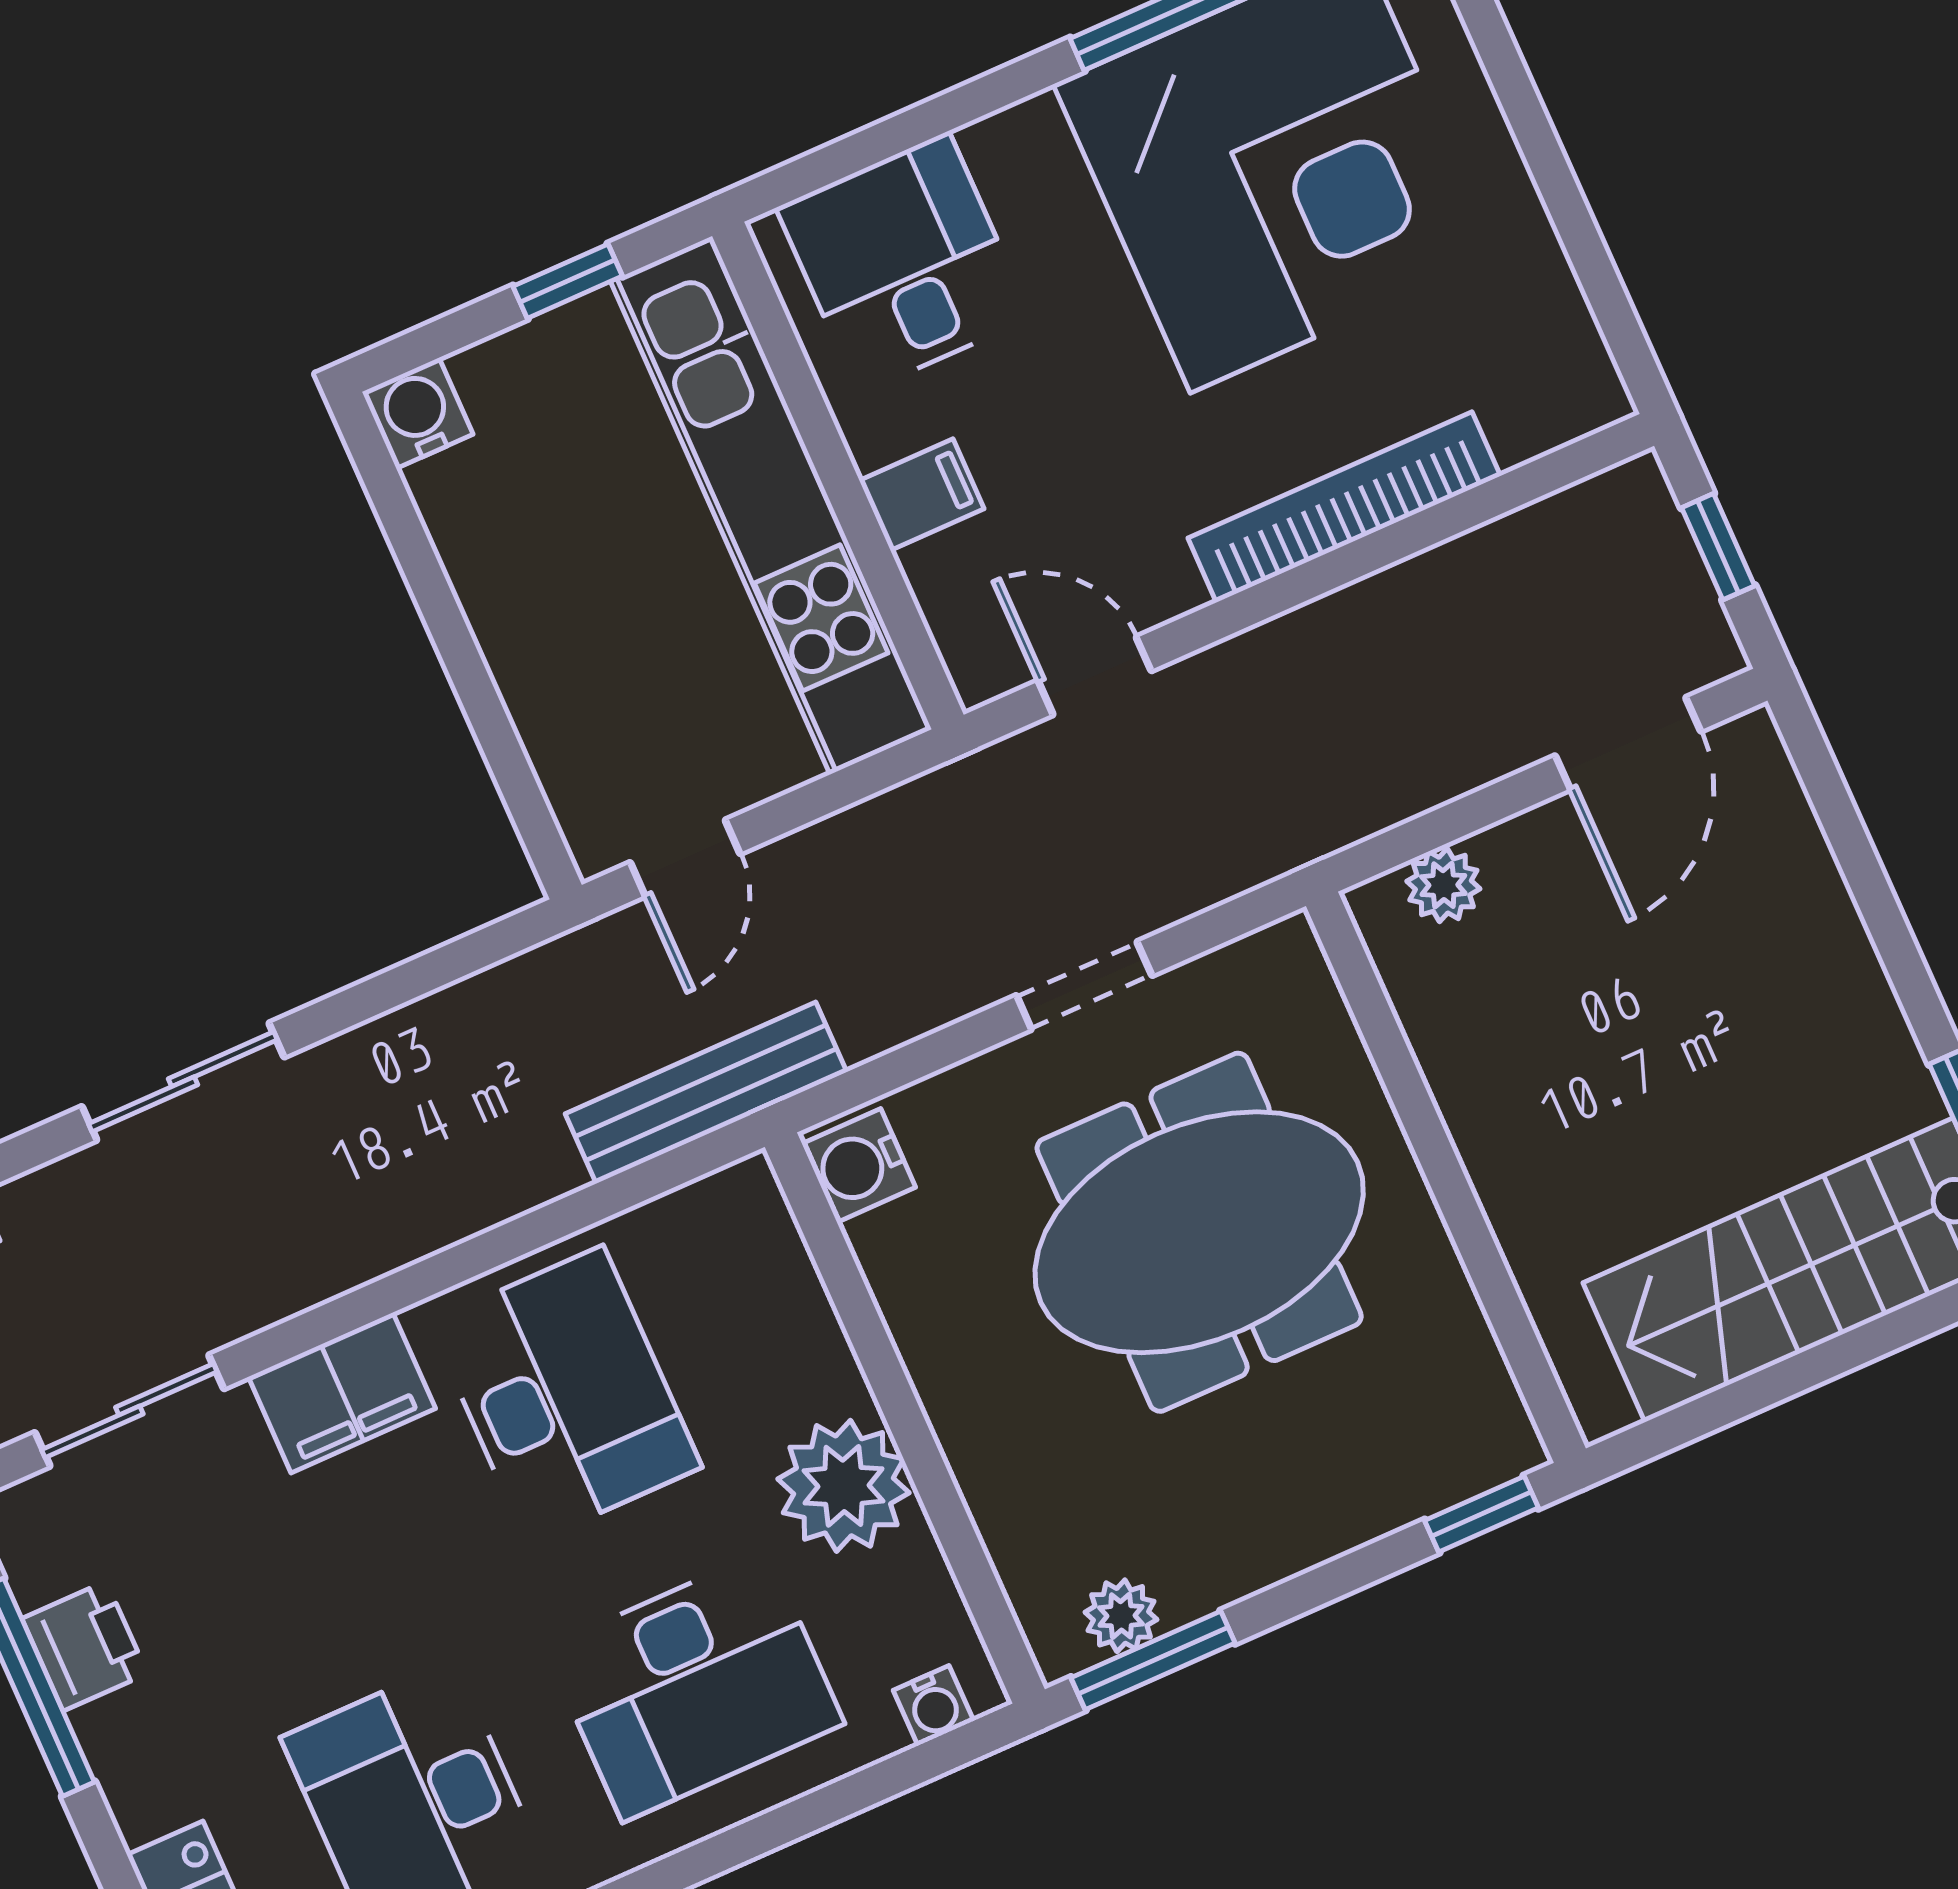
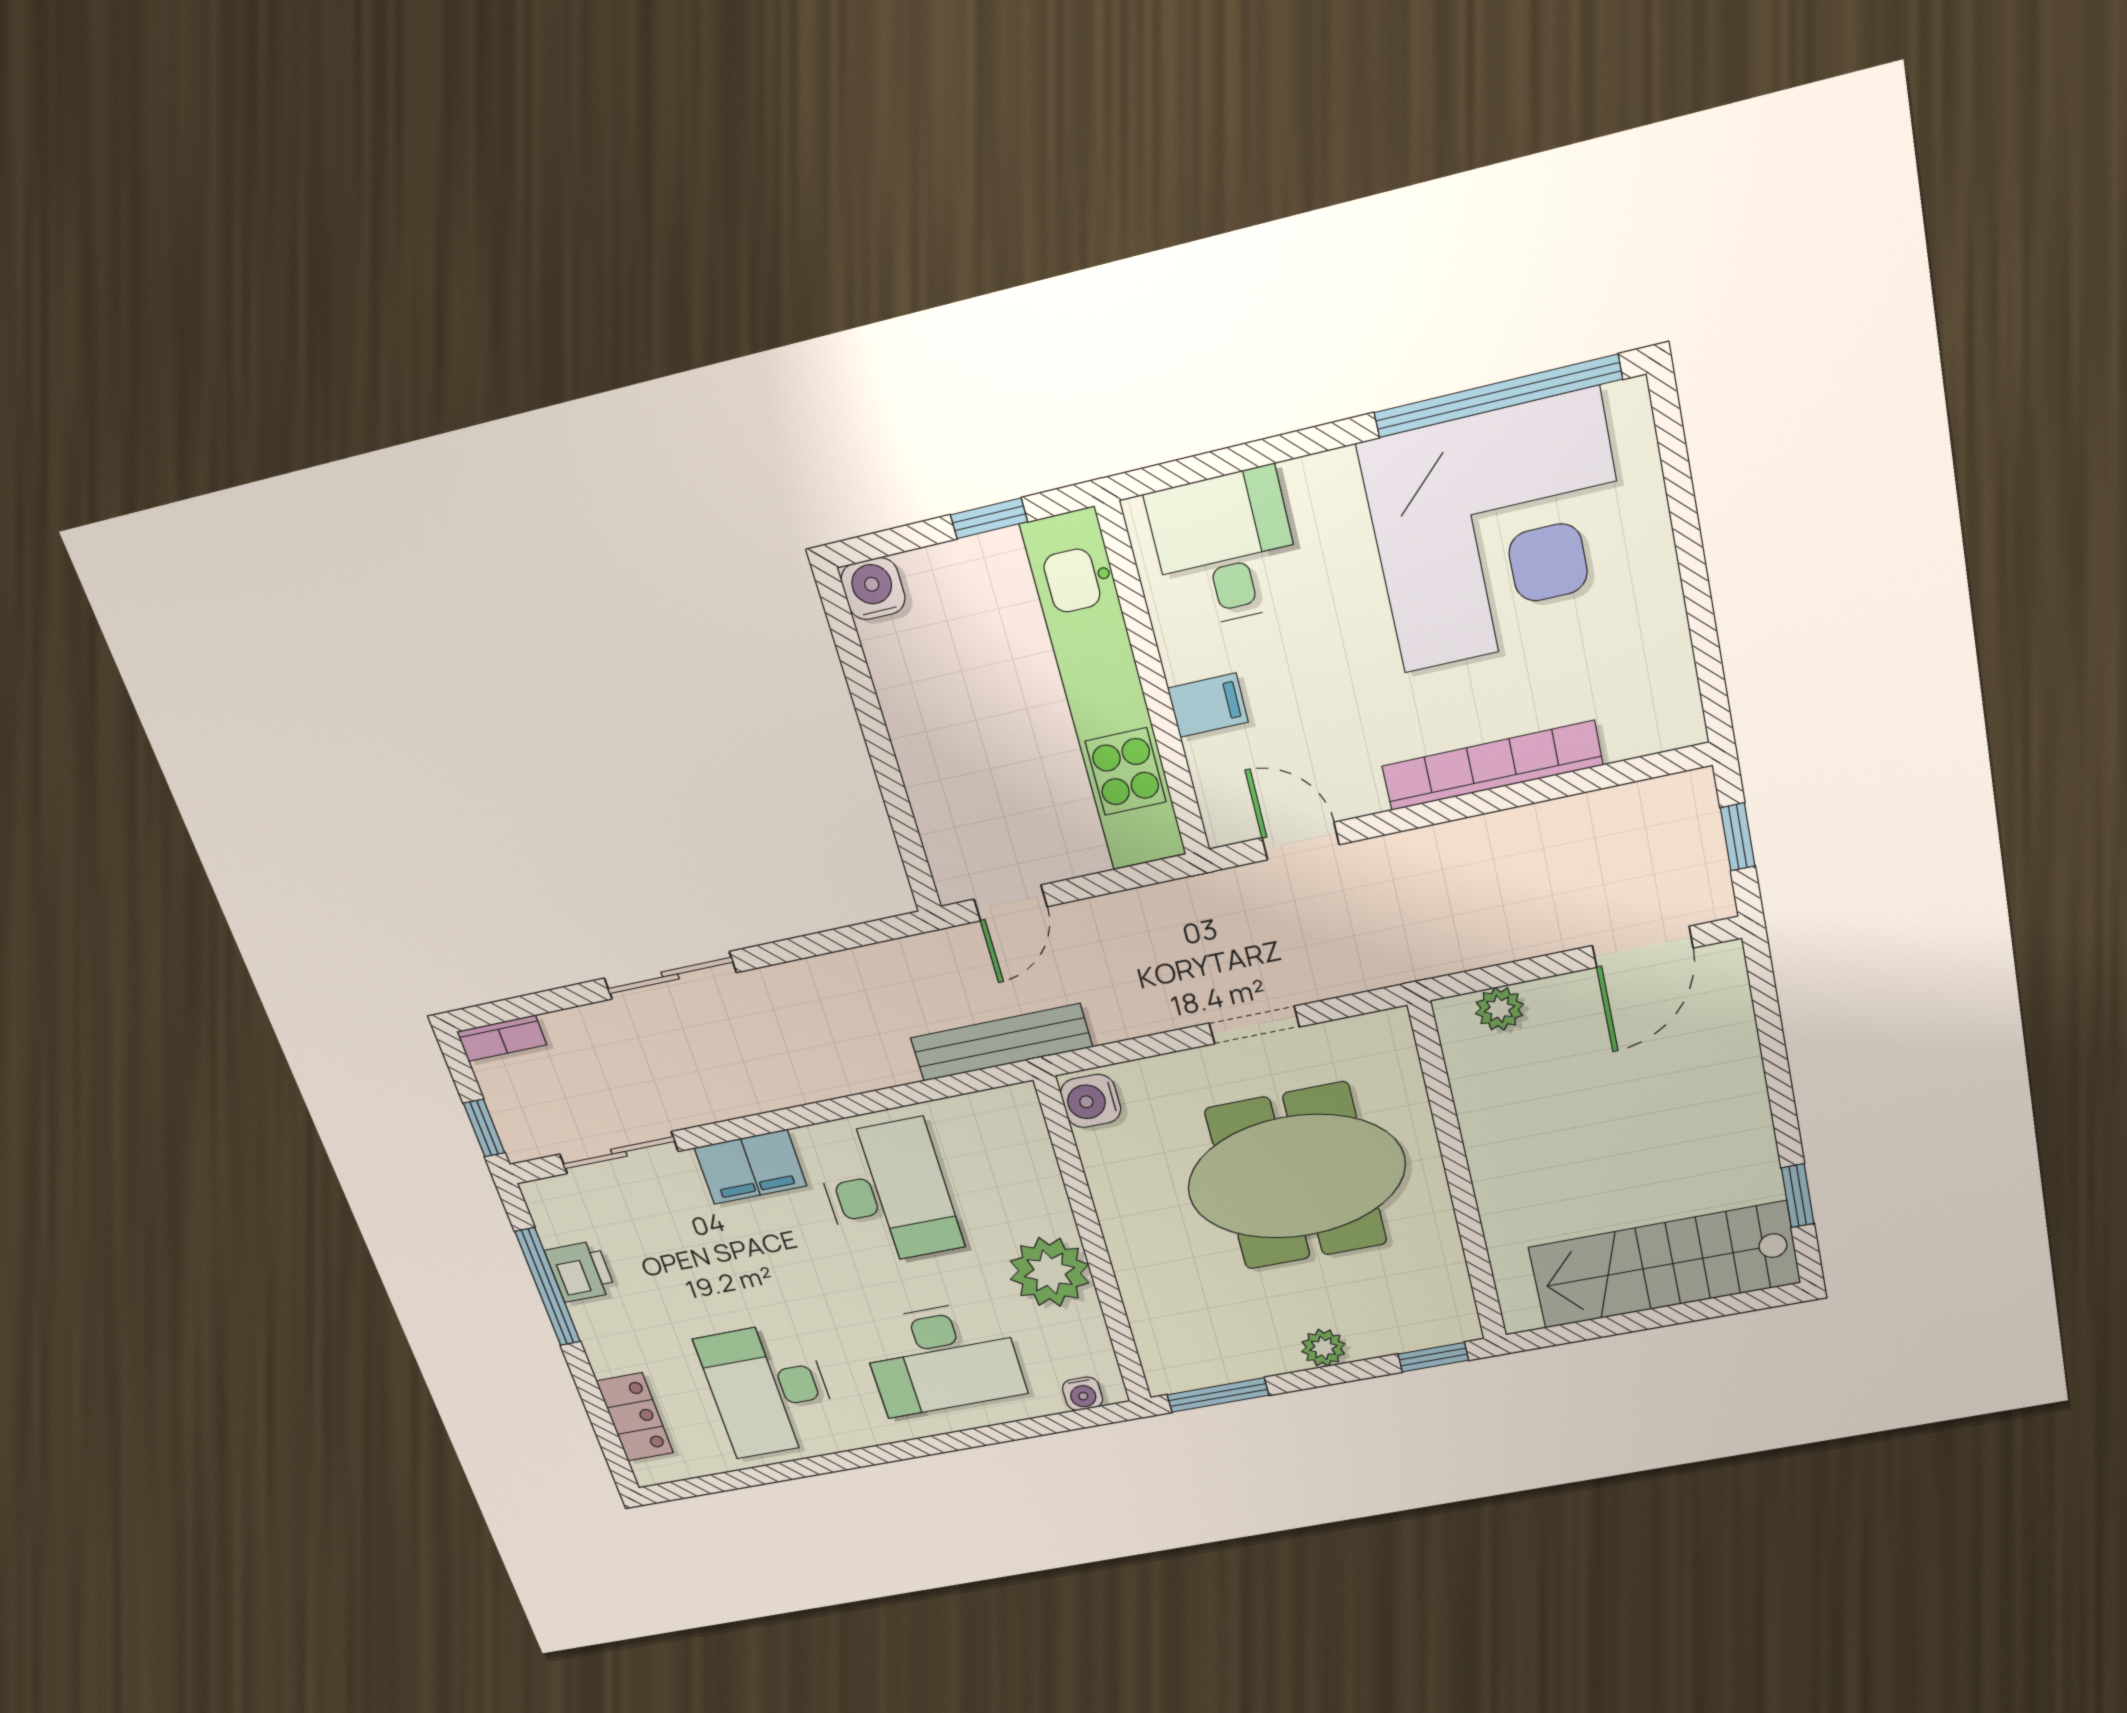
plant: (1121, 1616) -> (1323, 1348), moved

